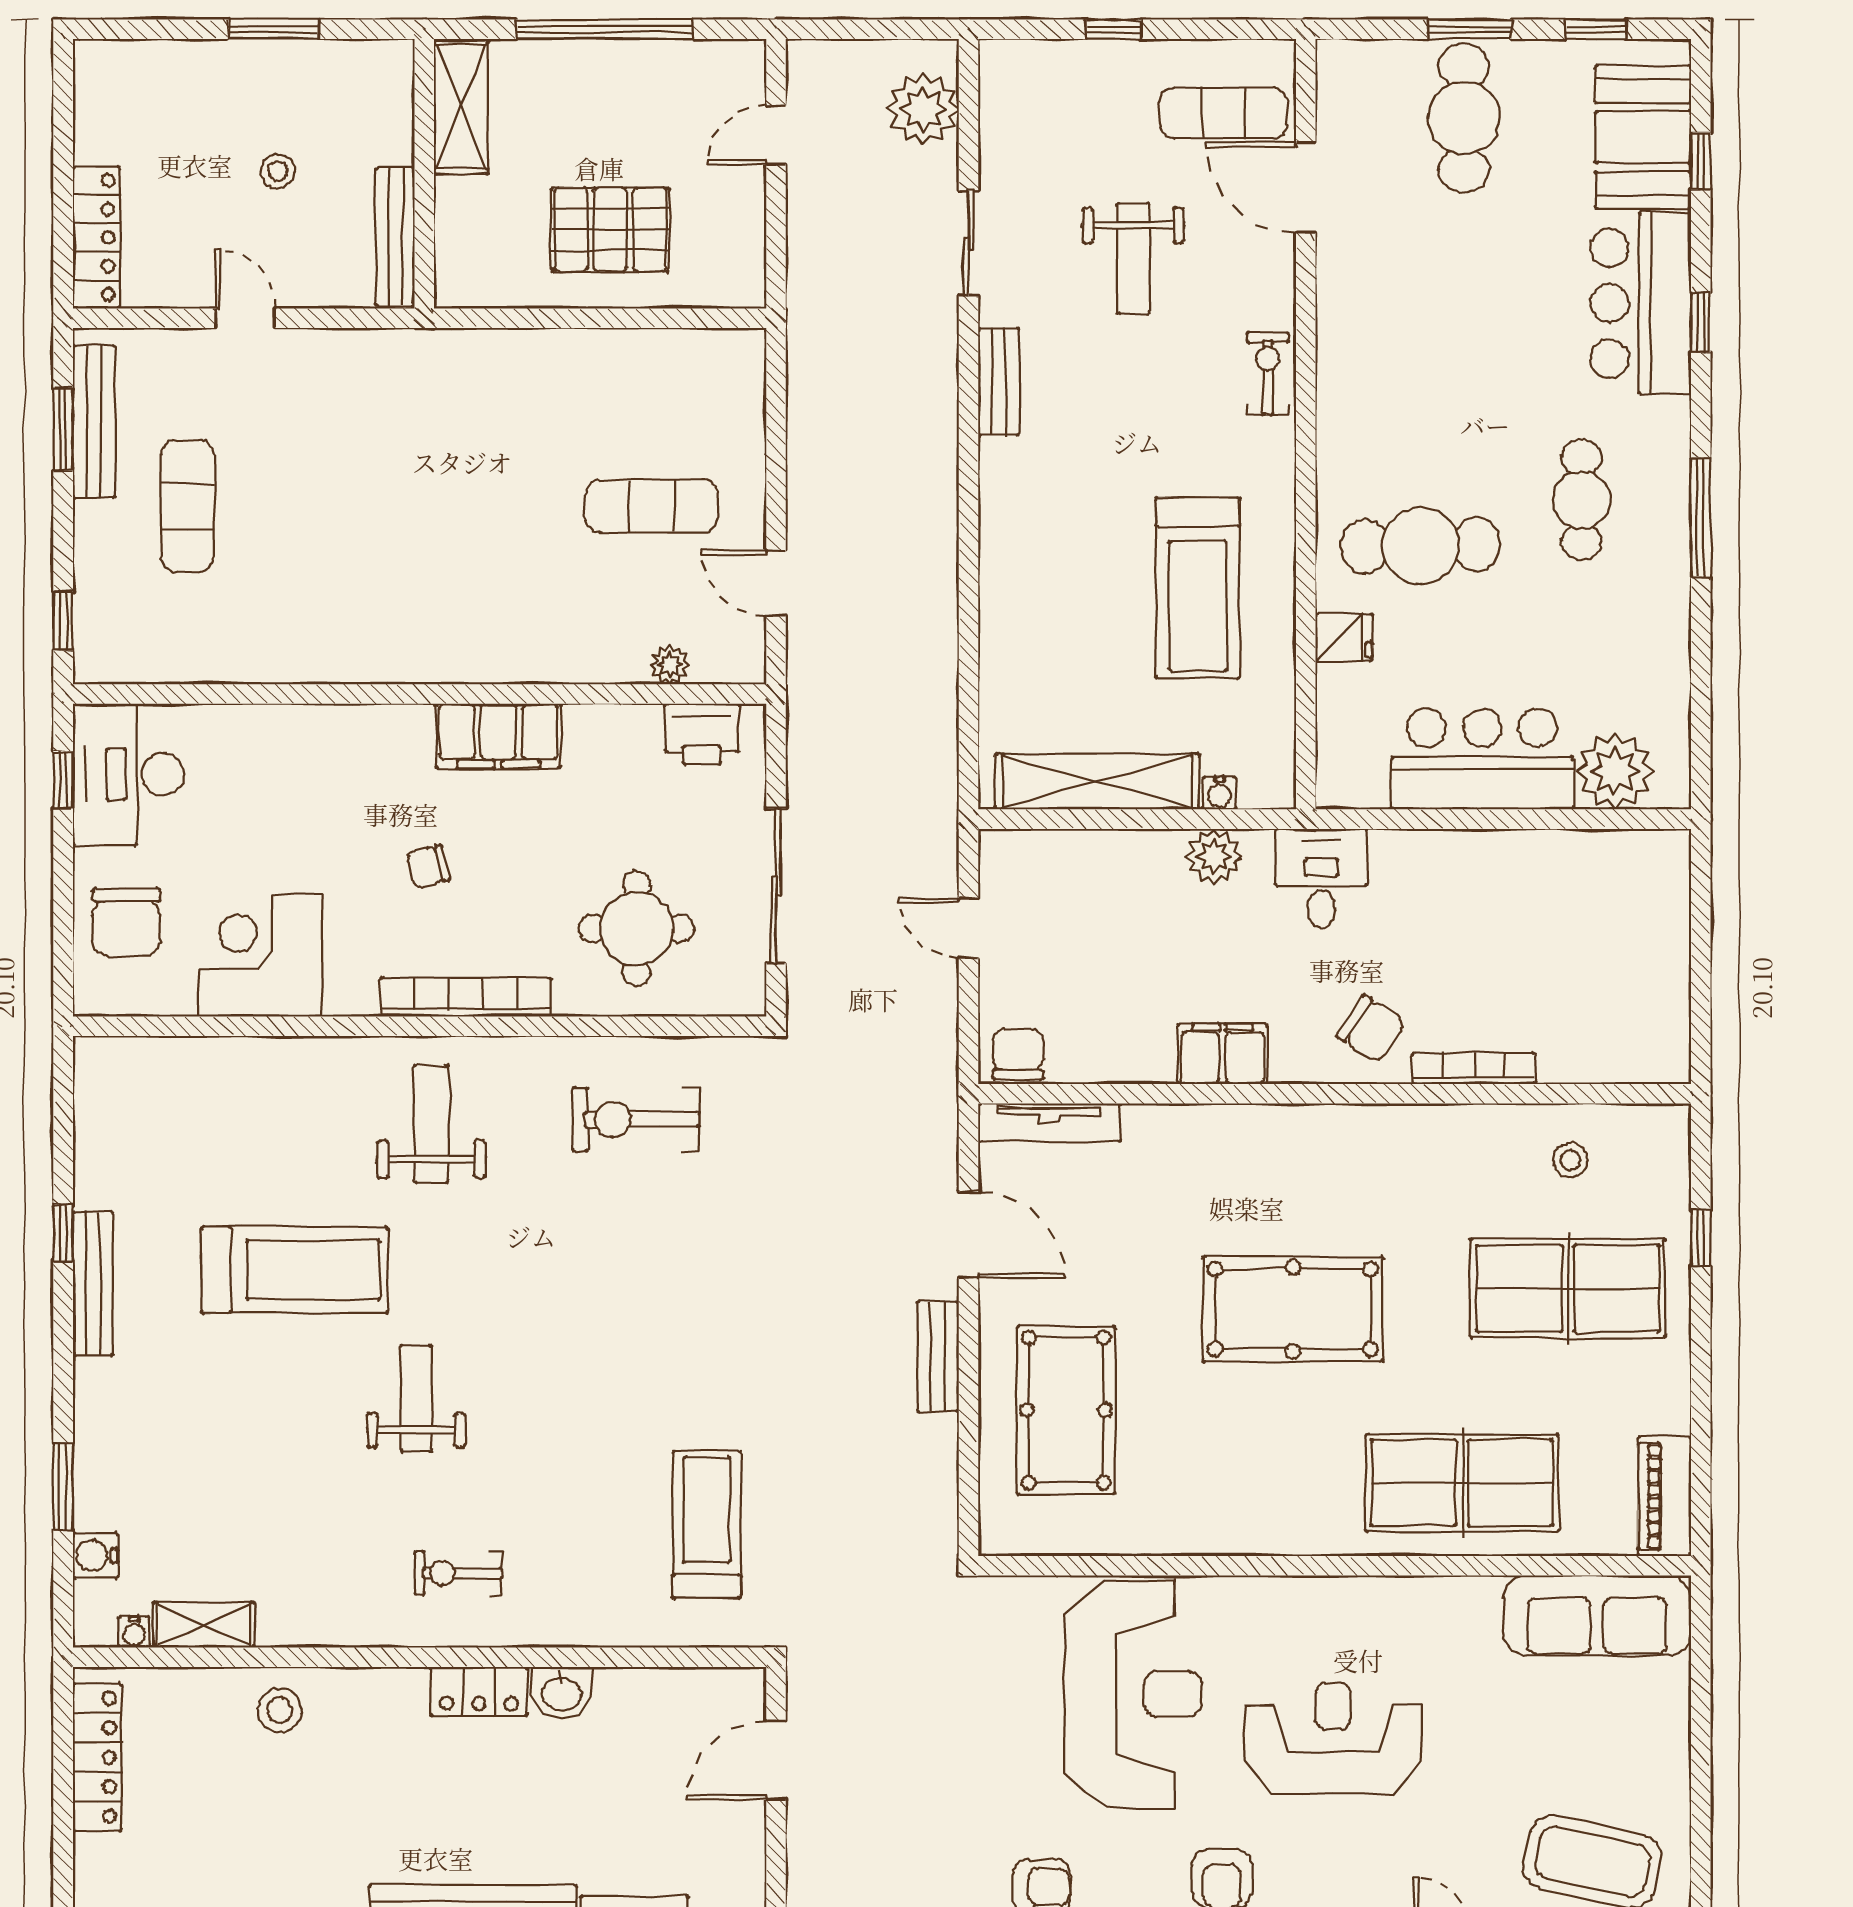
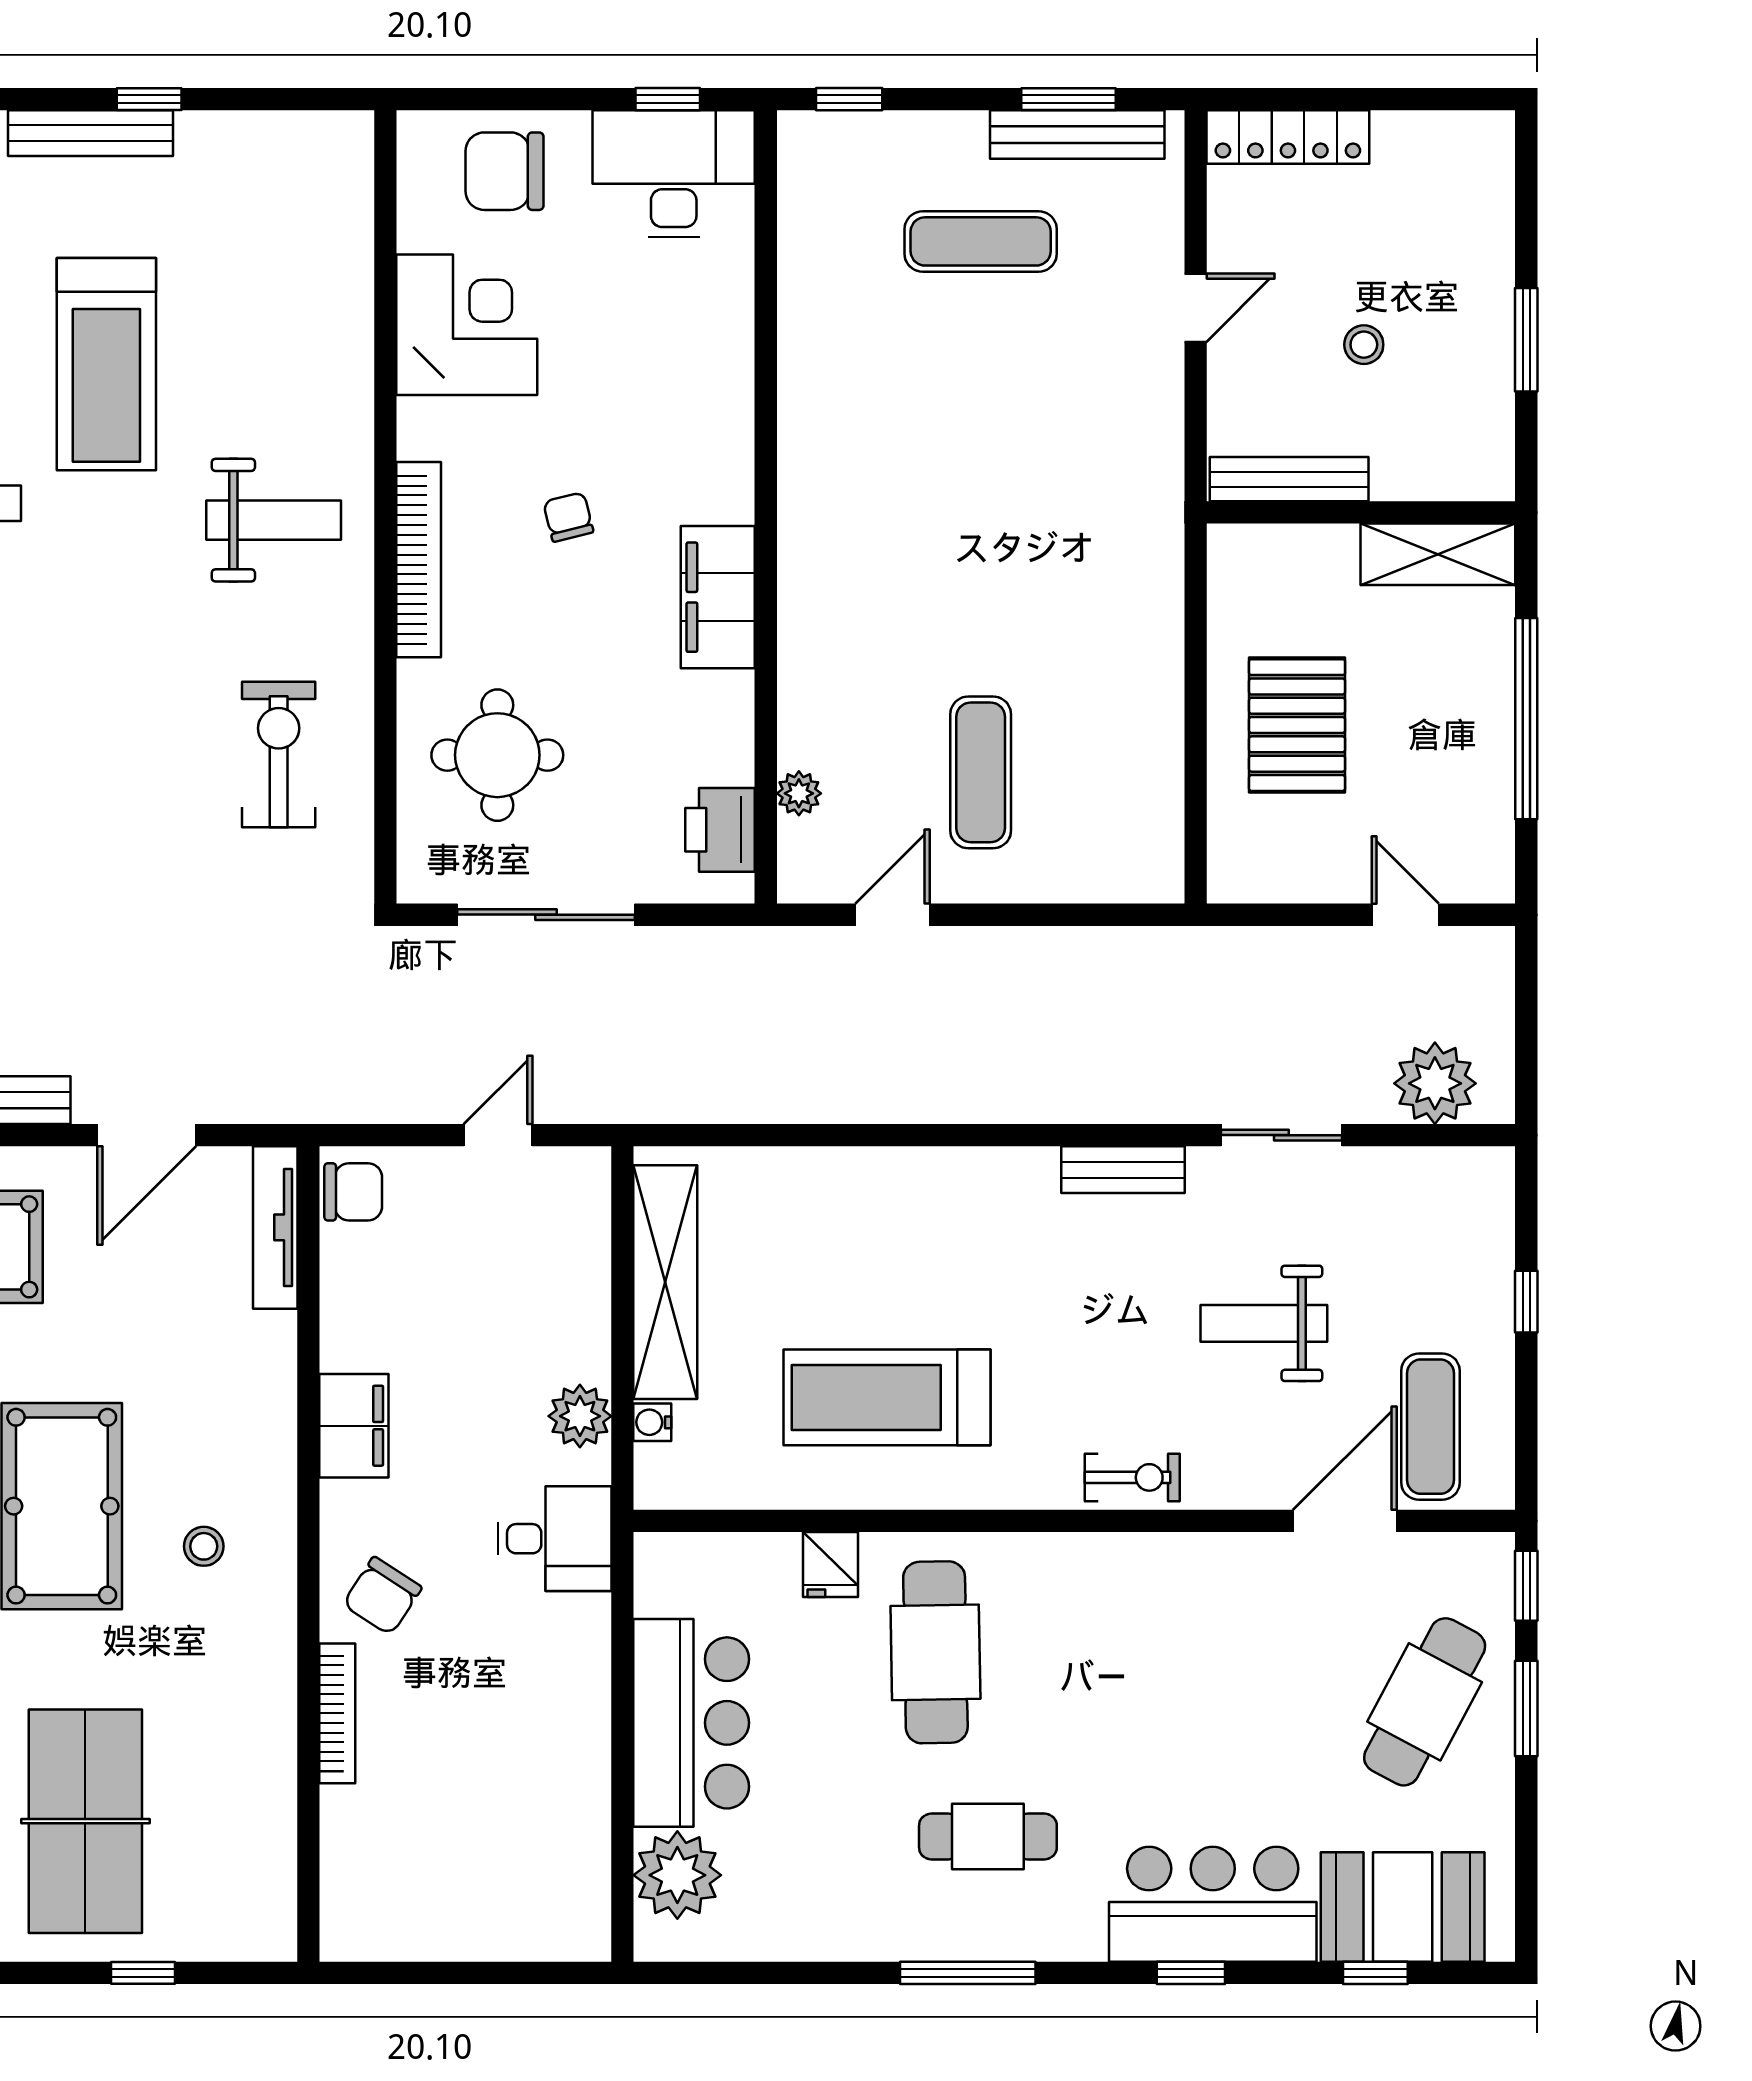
window: (1596, 29) -> (1526, 1586), moved
cafe table: (1464, 118) -> (1425, 1702), turned -62
stool: (1570, 1160) -> (204, 1546), moved

